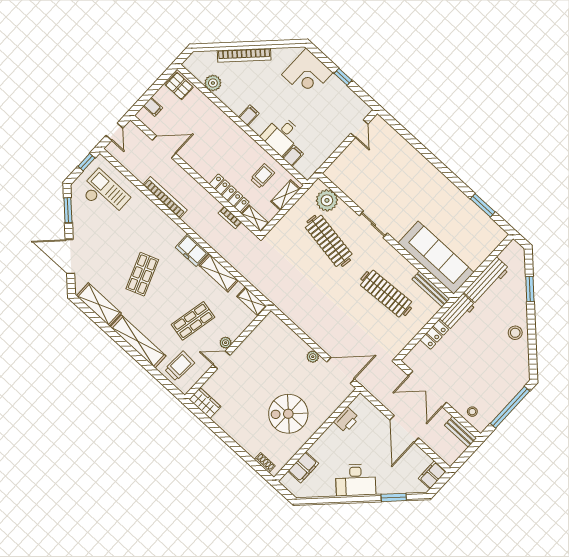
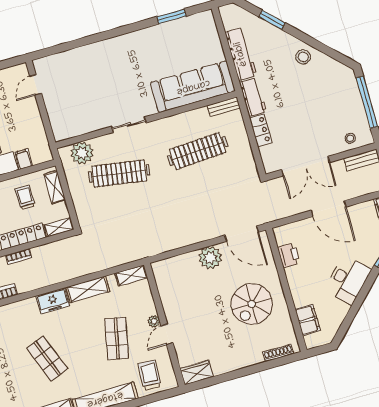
door: (359, 129) -> (36, 85), swing flipped
bookcase: (230, 218) -> (19, 257), moved
bench: (431, 289) -> (224, 107), width x0.73
plant: (313, 357) -> (210, 258), width x1.88, depth x1.88
door: (341, 370) -> (242, 234), swing flipped
shoe rack: (265, 463) -> (278, 353), width x1.43

